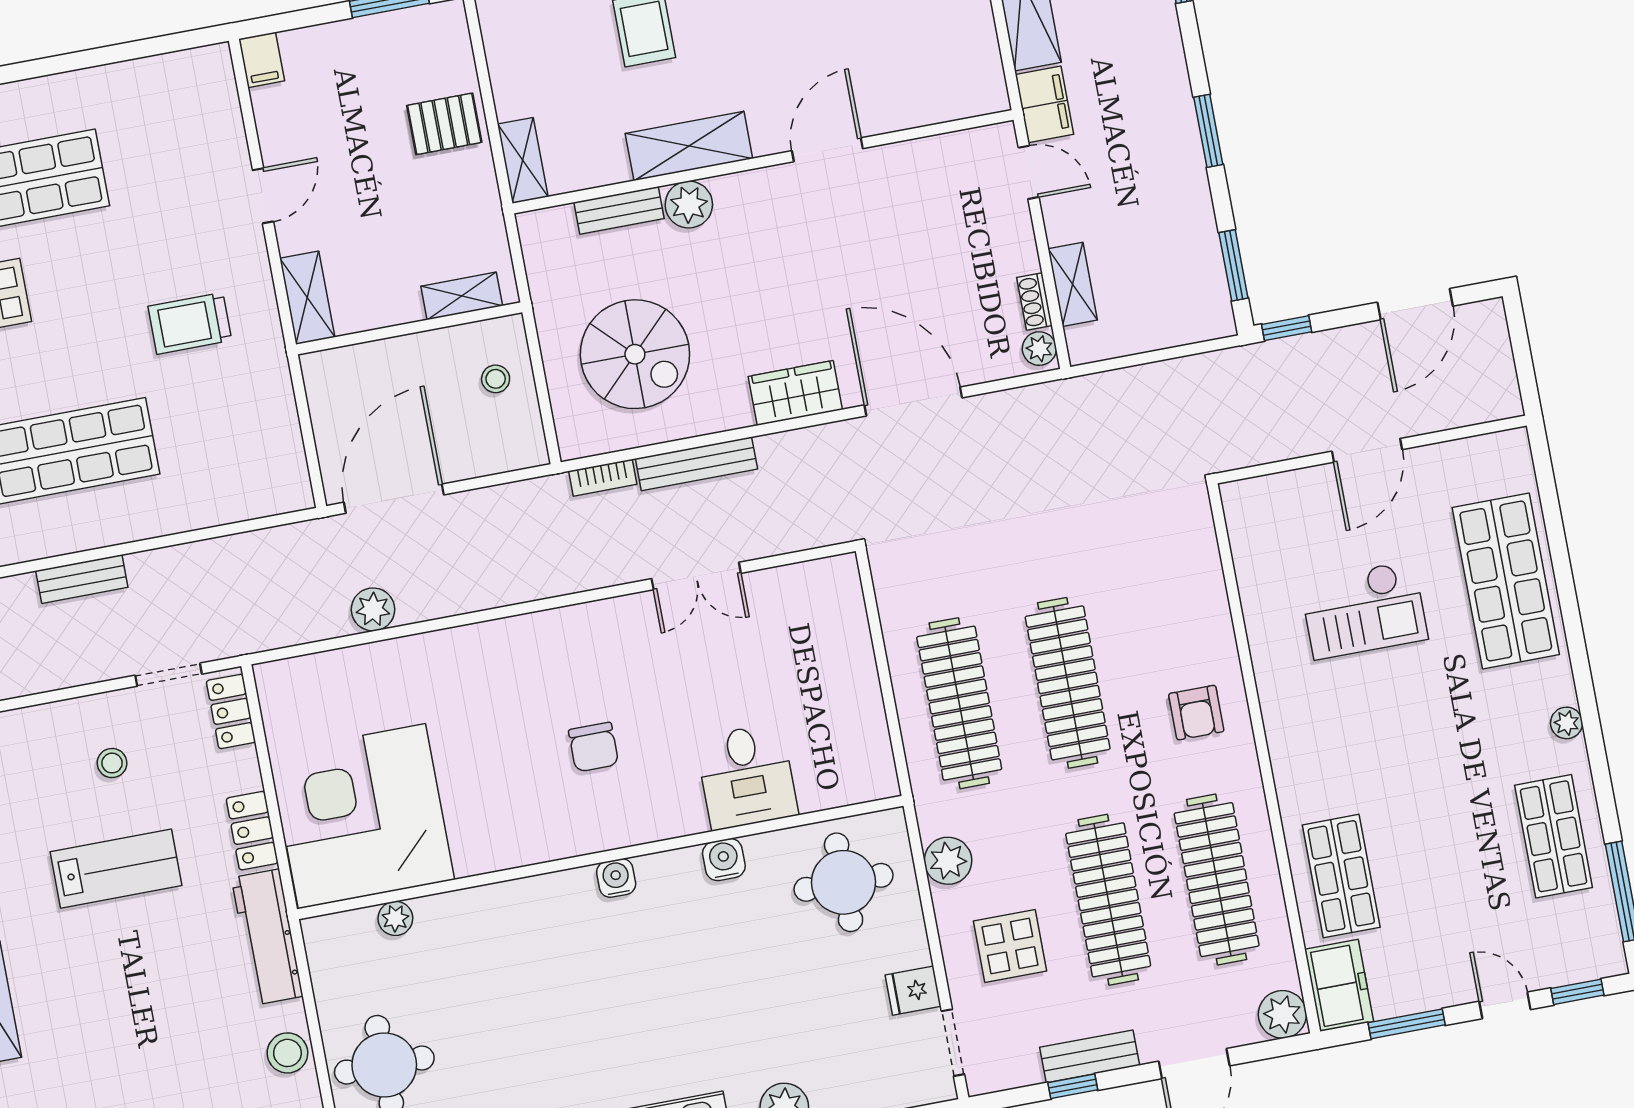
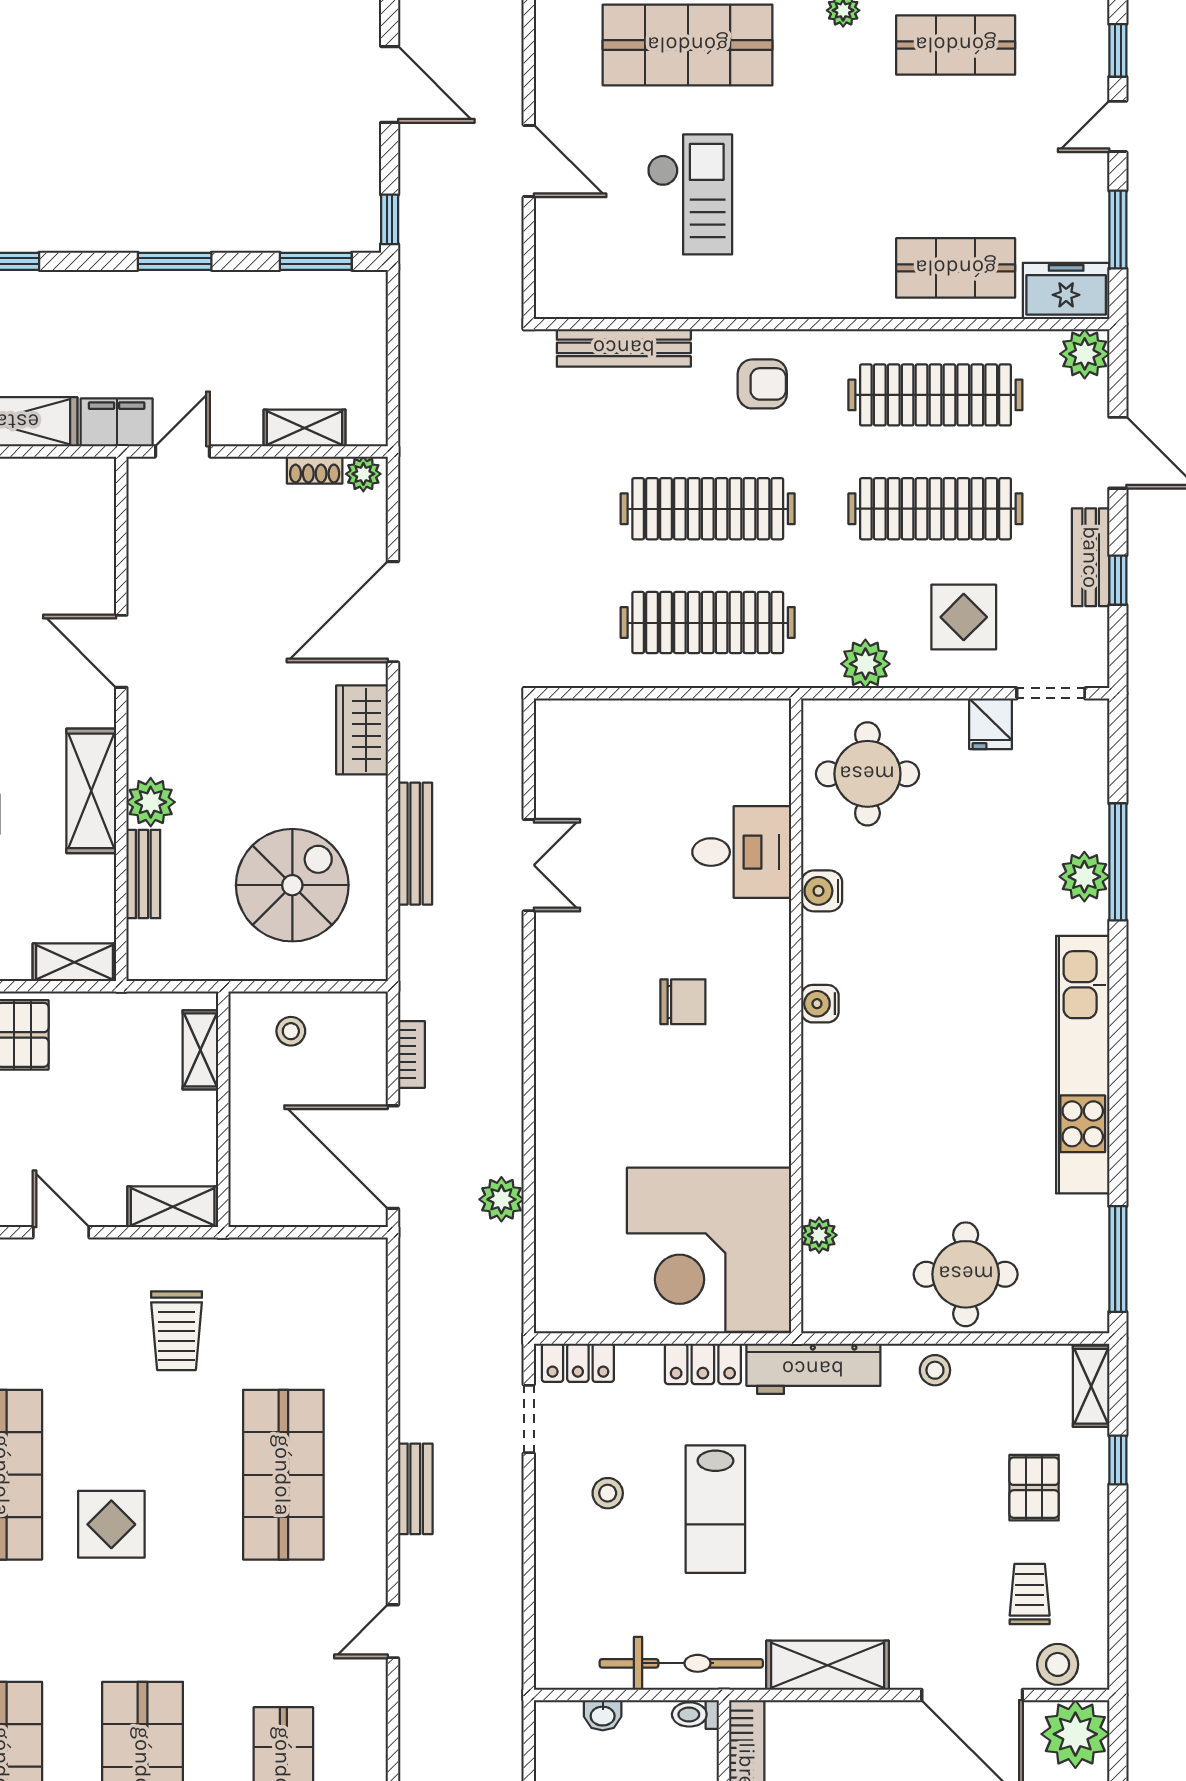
bookcase: (603, 478) -> (411, 1054), moved
bench: (1206, 574) -> (624, 348), added
lab bench: (116, 869) -> (715, 1509), turned 180
stool: (287, 1053) -> (935, 1370), width x0.73, depth x0.73

